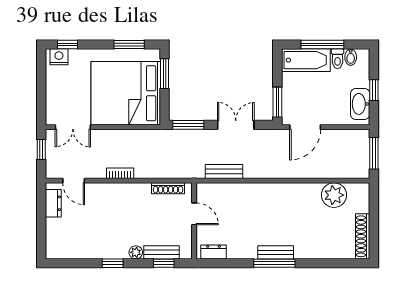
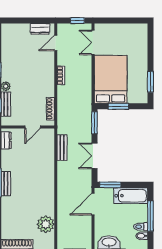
window: (68, 45) -> (150, 39), removed
nightstand: (59, 57) -> (142, 33), removed
bathtub: (306, 60) -> (131, 196), moved, turned -90
window: (165, 74) -> (118, 106), moved
bed: (126, 93) -> (111, 79), width x0.73
double door: (236, 125) -> (94, 156), swing flipped
door: (305, 127) -> (93, 204), hinge flipped

